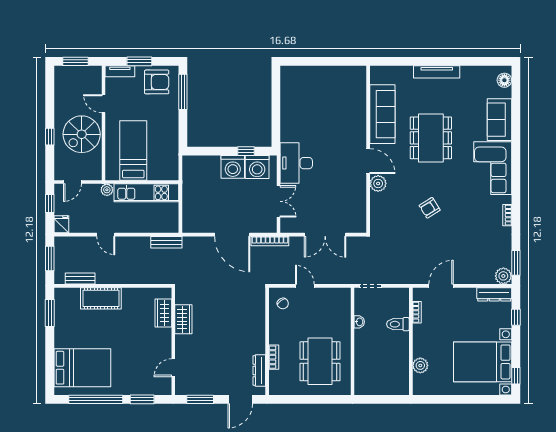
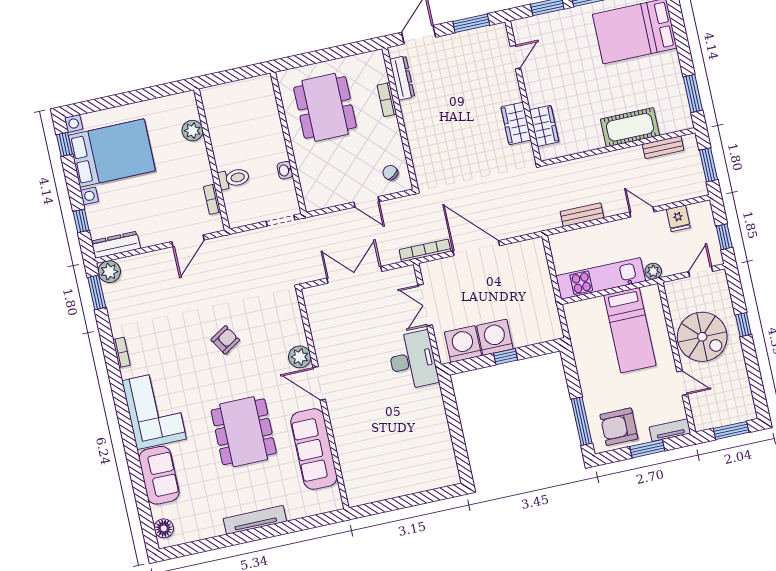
spiral stairs: (82, 134) -> (702, 337), turned 90
window: (246, 151) -> (506, 357), moved
fridge: (61, 224) -> (678, 218), moved
bench: (166, 242) -> (582, 215), moved

